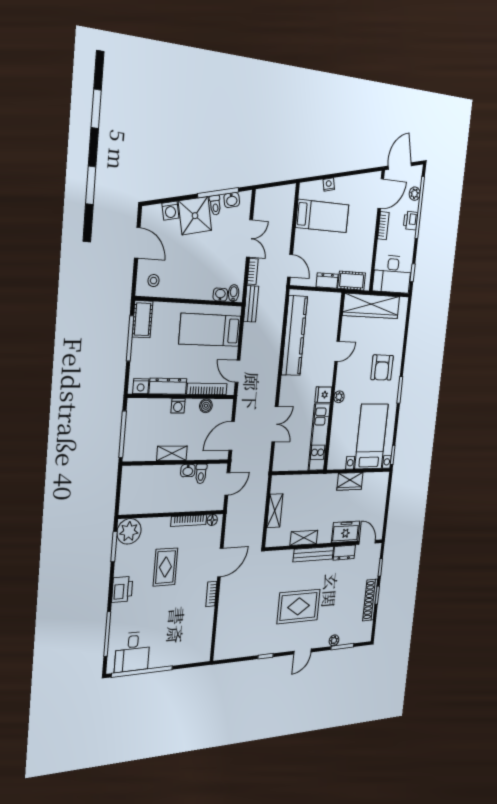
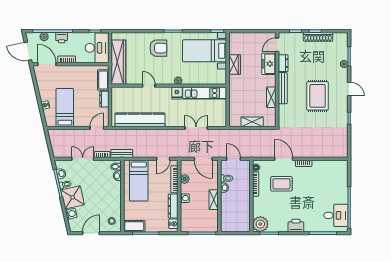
rug: (165, 567) -> (281, 184), moved

